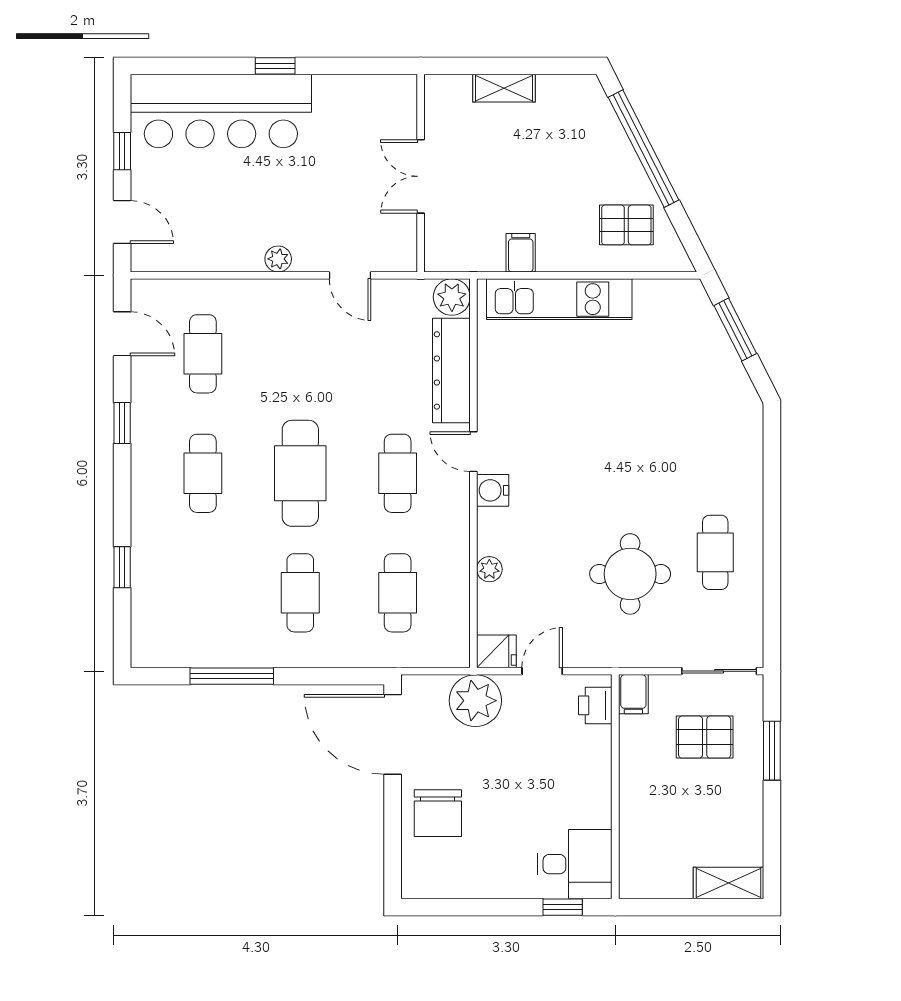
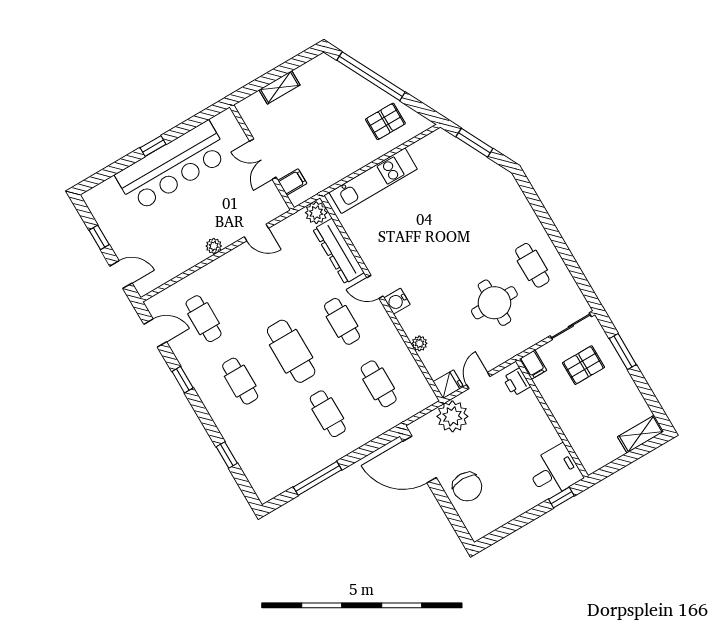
bar counter: (221, 111) -> (172, 166), moved
filing cabinet: (521, 253) -> (292, 182), moved, turned 90

